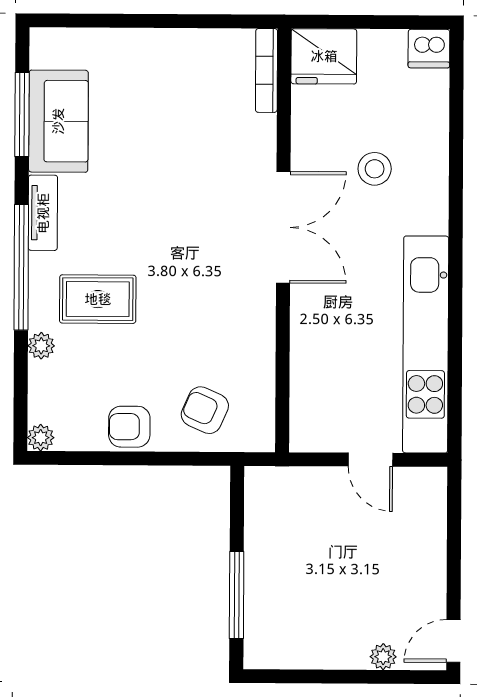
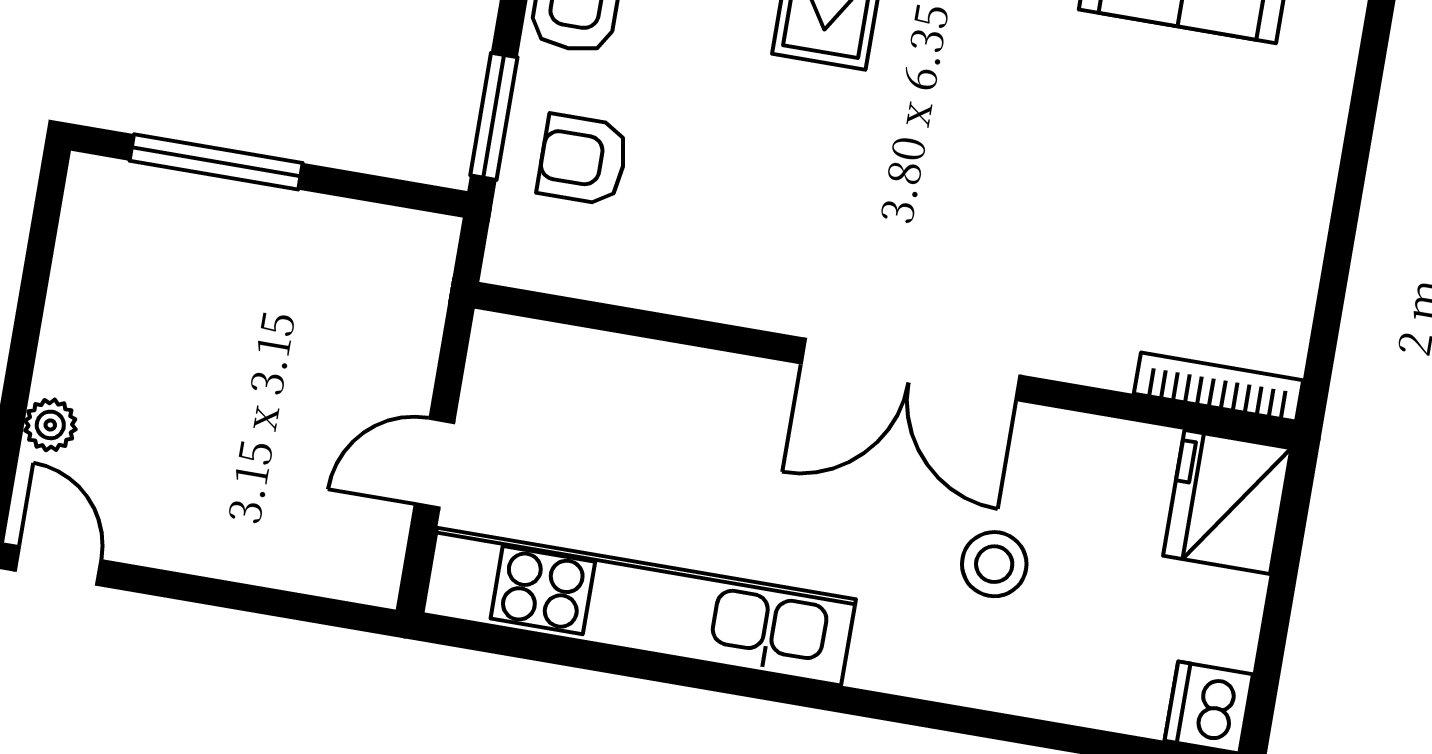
armchair: (205, 410) -> (583, 160), turned -114
window: (190, 459) -> (494, 116), added

